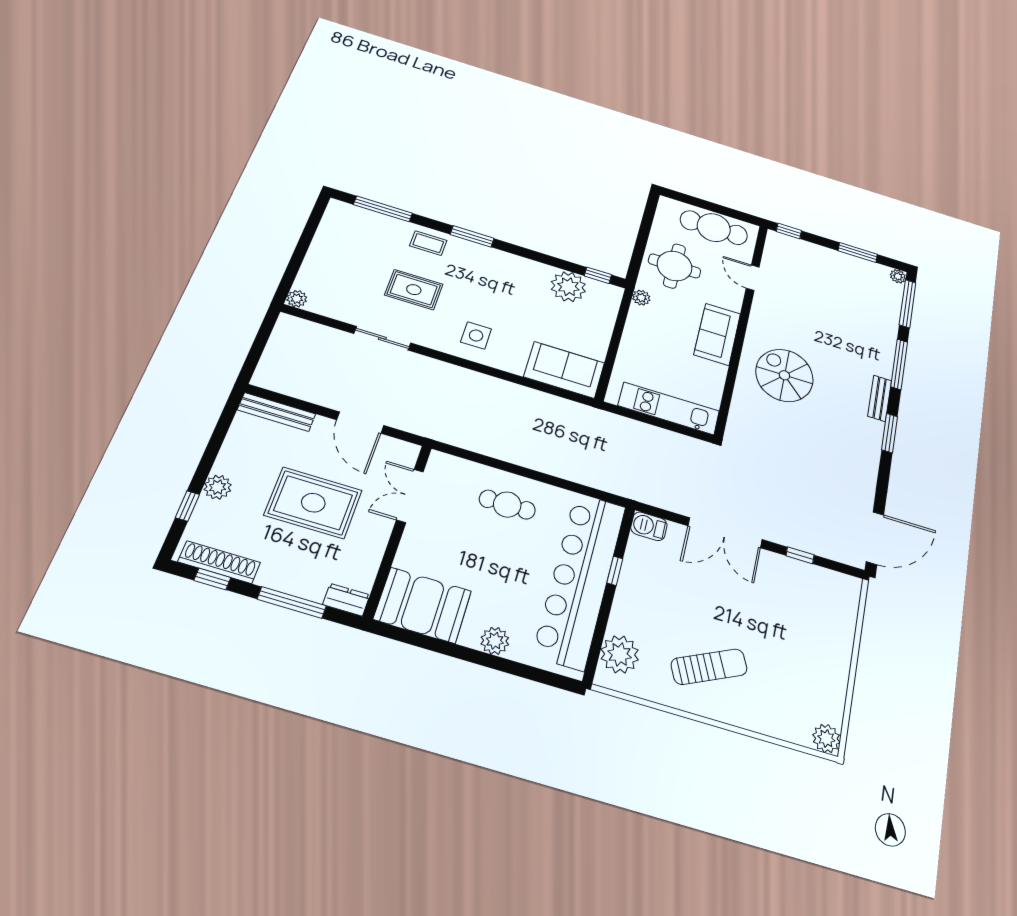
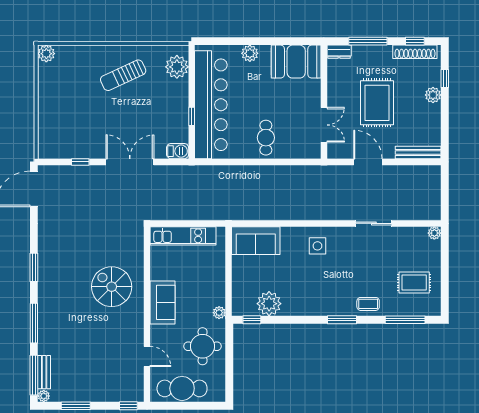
rug: (414, 290) -> (414, 282), moved
spiral stairs: (784, 375) -> (112, 287), turned 180
bench: (880, 398) -> (44, 372), moved
rug: (313, 503) -> (377, 103), turned 90
cafe table: (507, 505) -> (266, 138), turned 90

